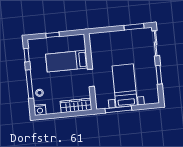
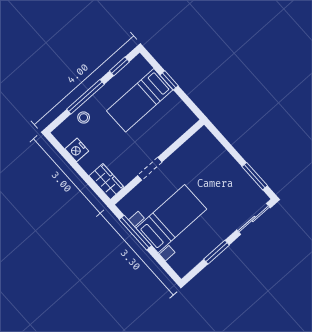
bed: (67, 61) -> (140, 100), moved, turned -90
wardrobe: (76, 105) -> (107, 181), width x0.67
nightstand: (40, 110) -> (77, 150), moved

